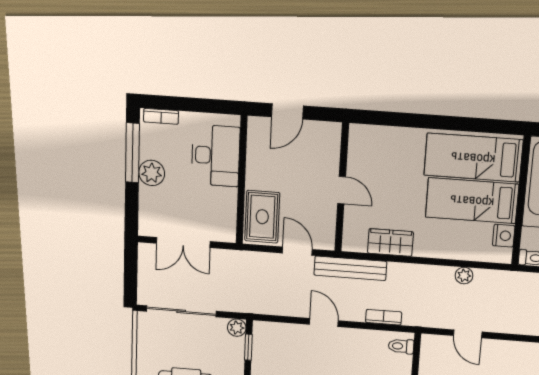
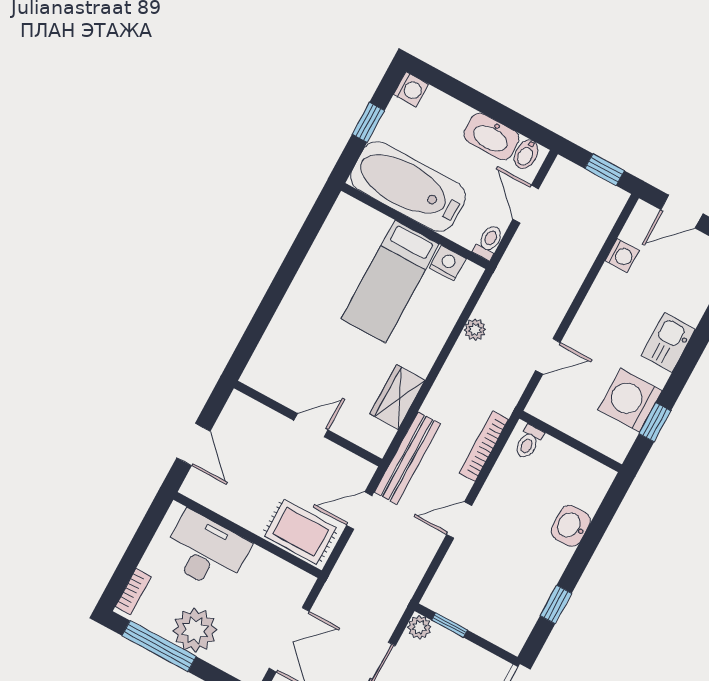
bed: (473, 158) -> (341, 258), removed
plant: (152, 173) -> (195, 630), width x1.36, depth x1.36
bookcase: (384, 317) -> (484, 446), width x1.56

